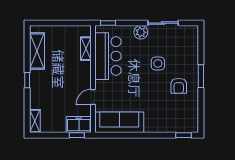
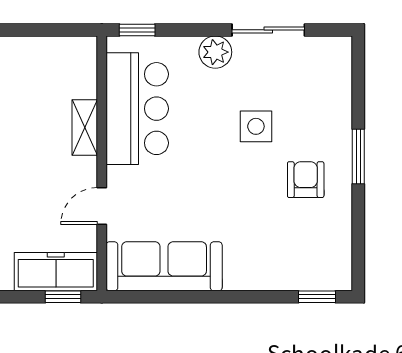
shelving: (86, 49) -> (85, 128), moved
armchair: (179, 86) -> (306, 180), turned 180
freezer: (79, 125) -> (56, 272), width x1.40

